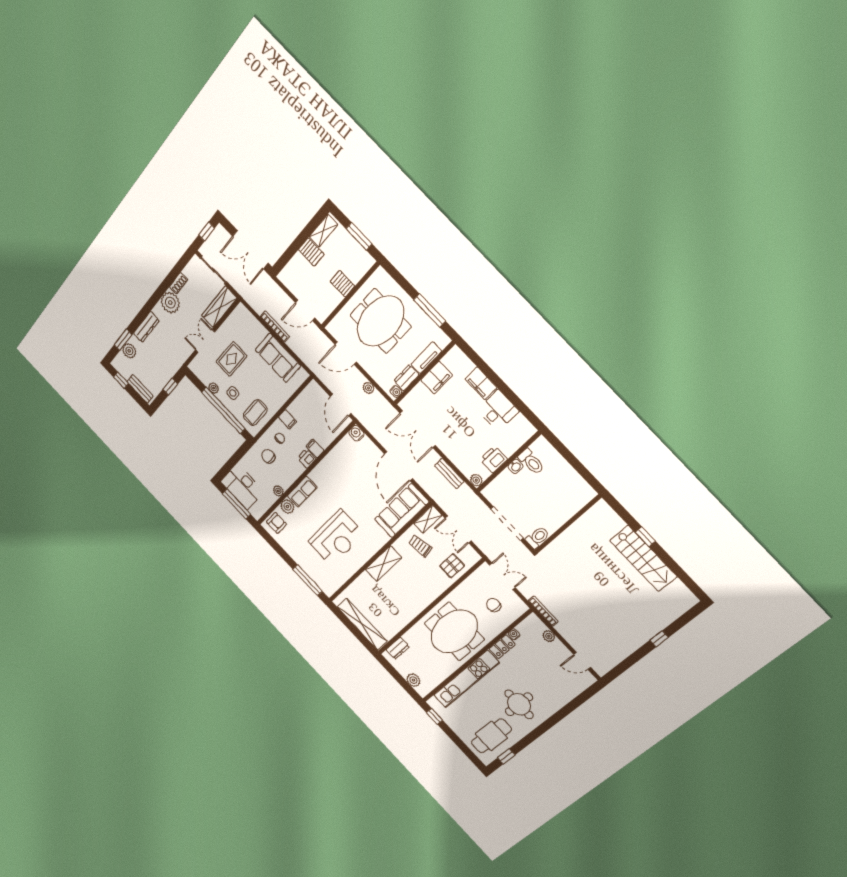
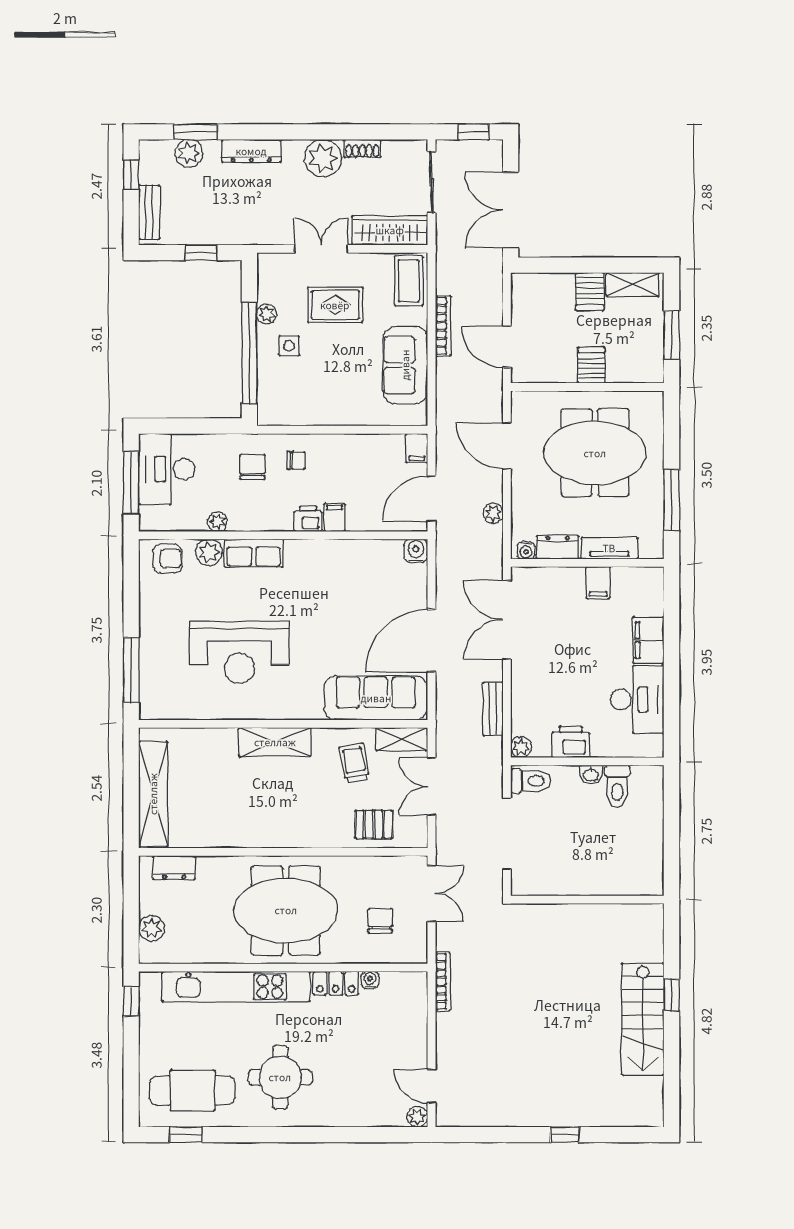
filing cabinet: (437, 378) -> (598, 583), width x0.50
desk: (498, 410) -> (637, 699), width x1.37
coffee table: (255, 413) -> (409, 281), moved, turned 90
filing cabinet: (288, 419) -> (417, 448), moved
toilet: (538, 537) -> (531, 781), moved
plant: (549, 636) -> (417, 1117), moved

